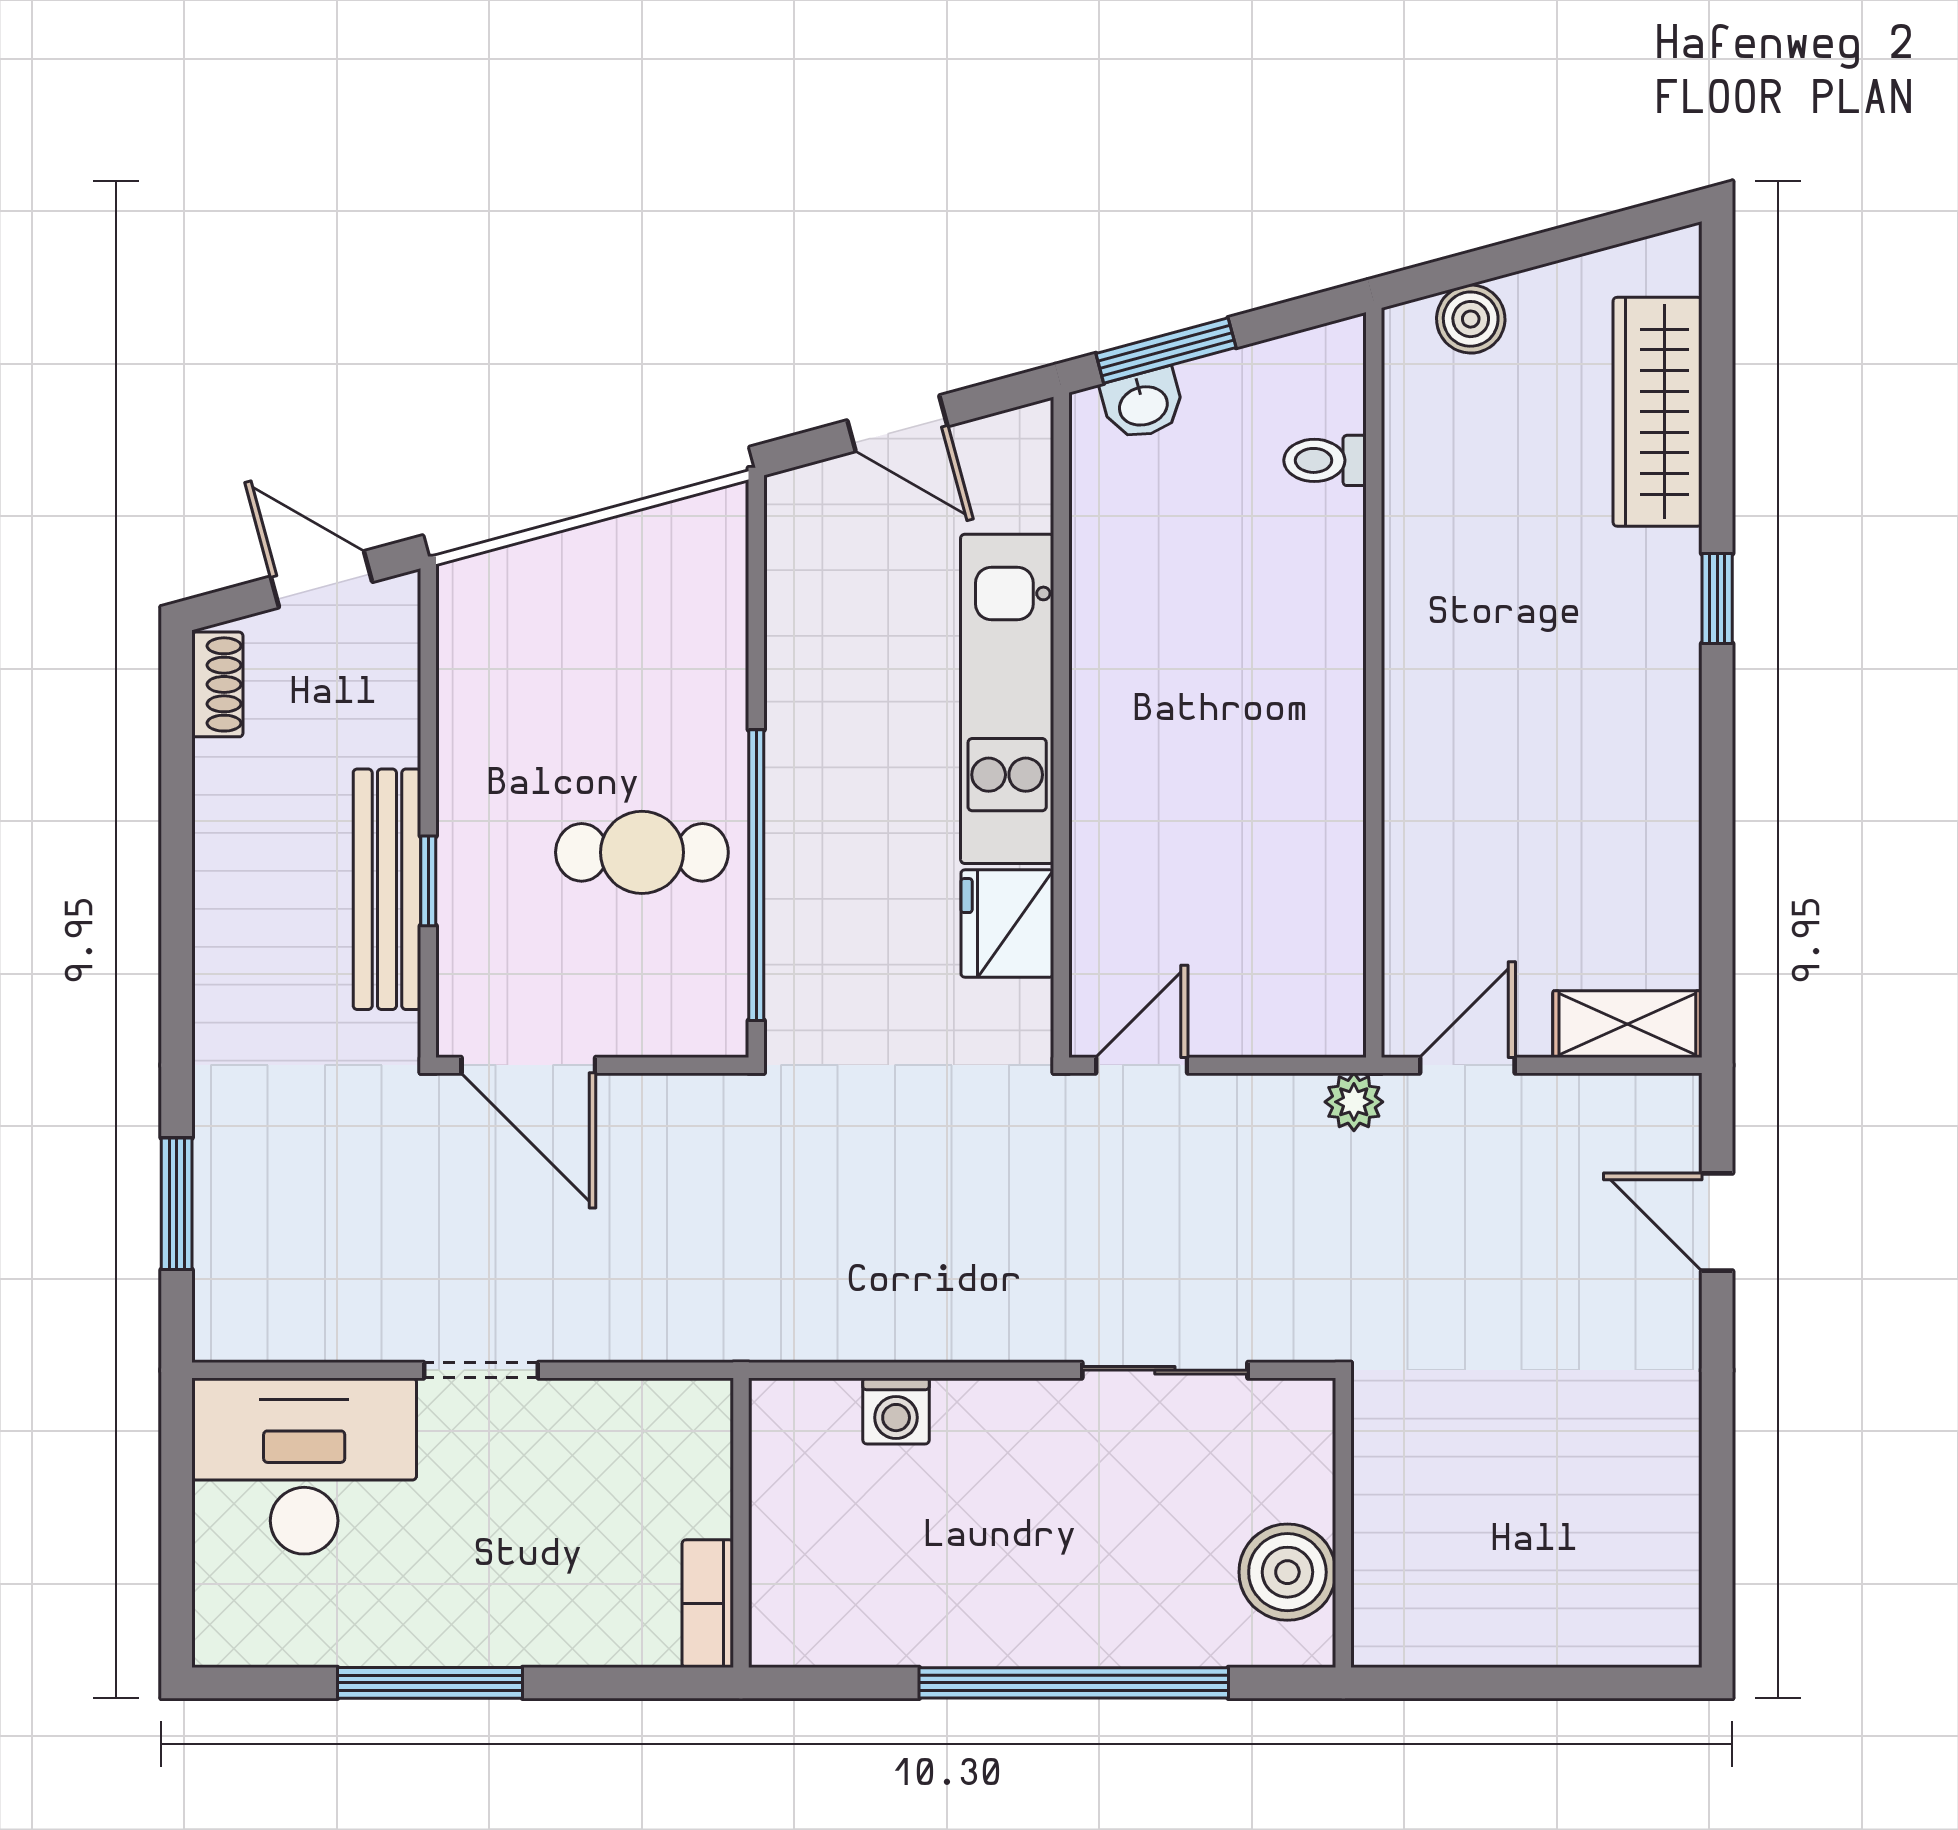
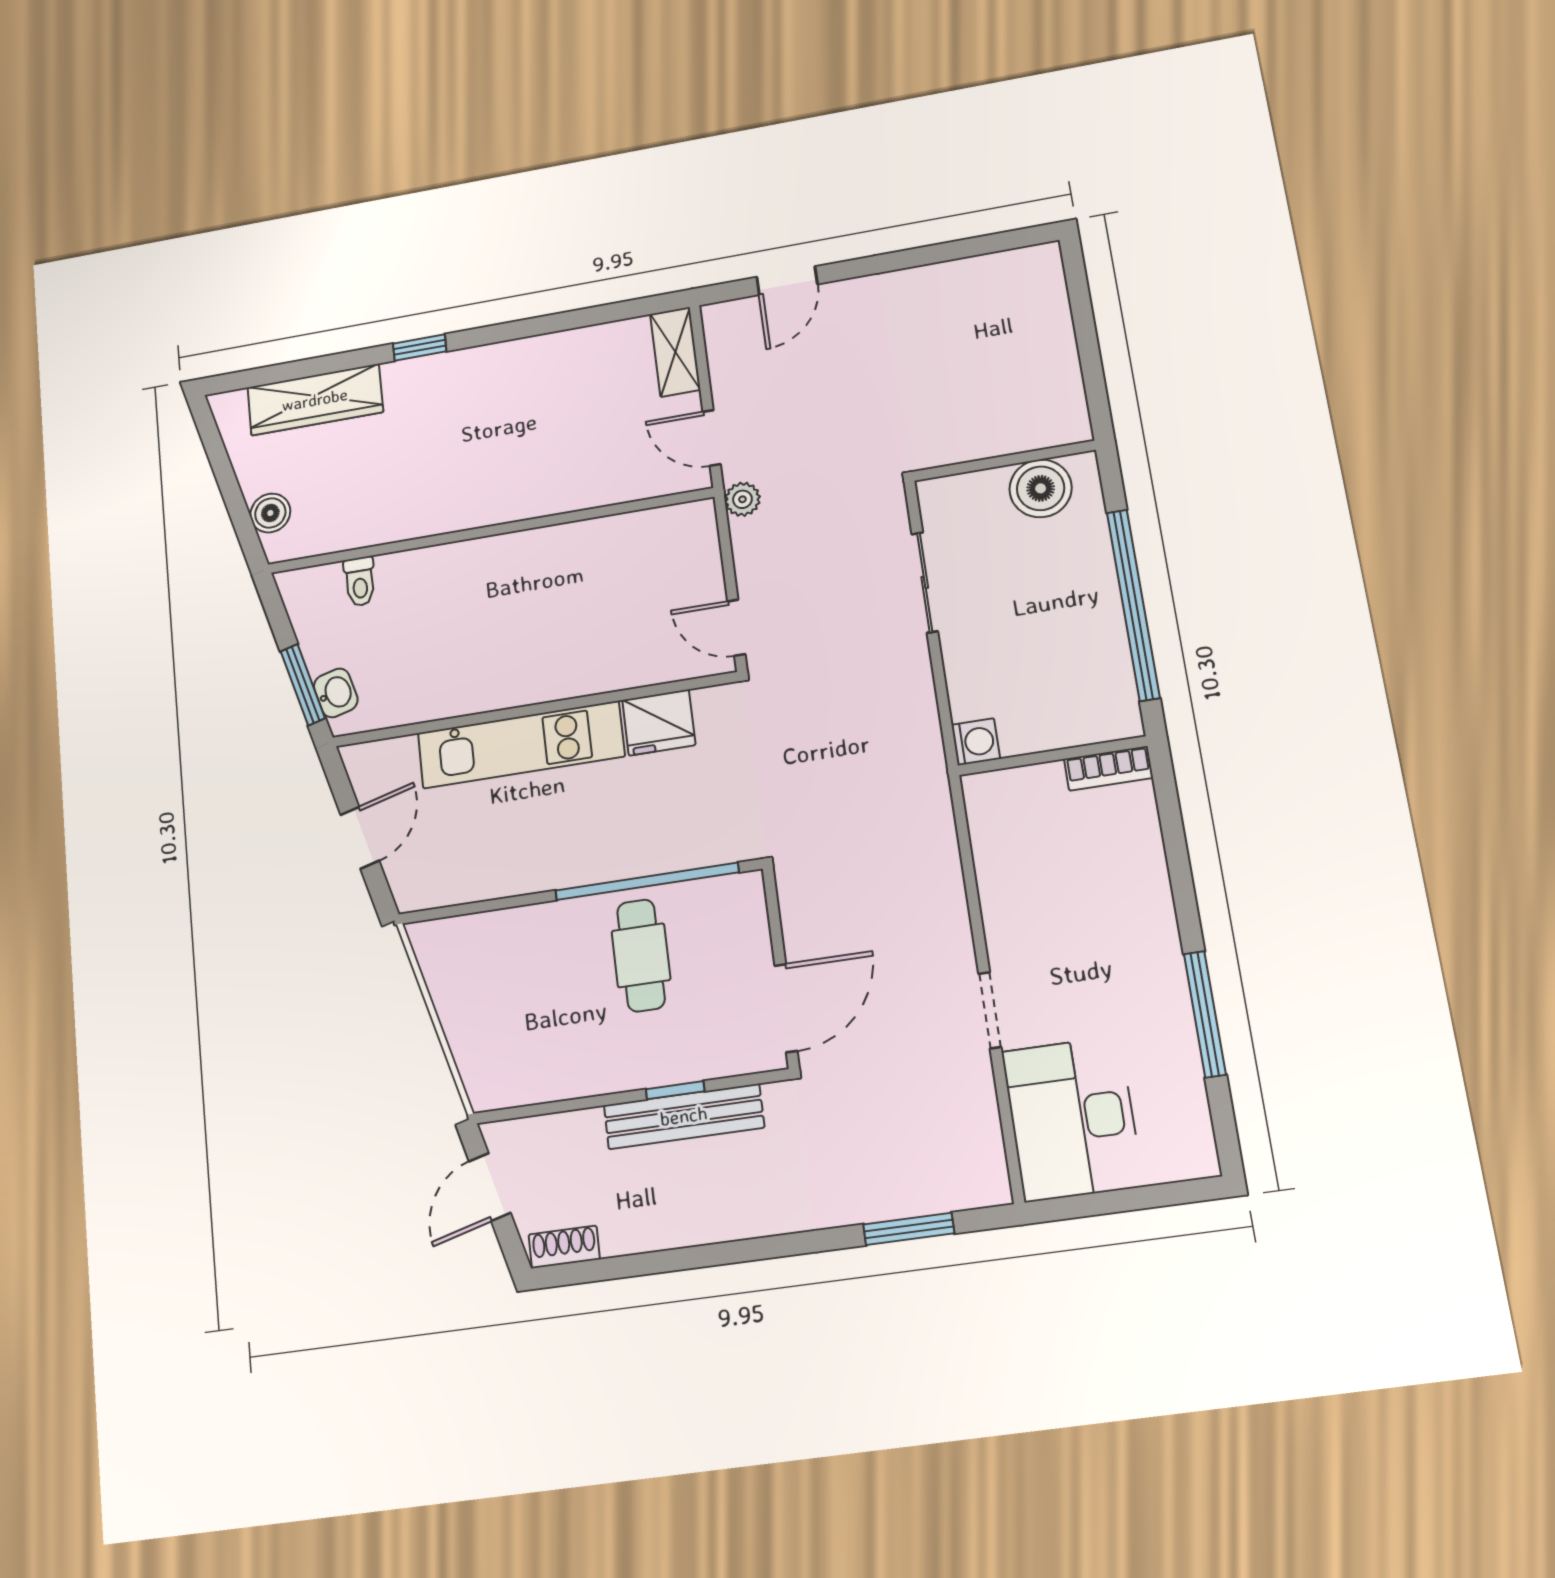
wall: (741, 1523) -> (1052, 756), moved
bookcase: (708, 1604) -> (1108, 768), moved

